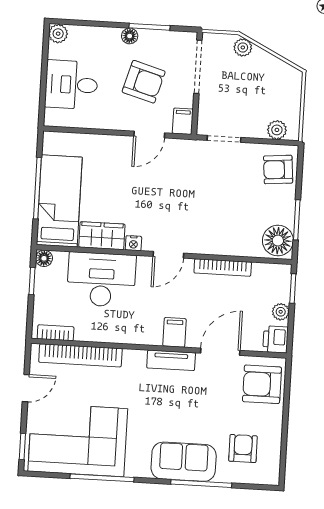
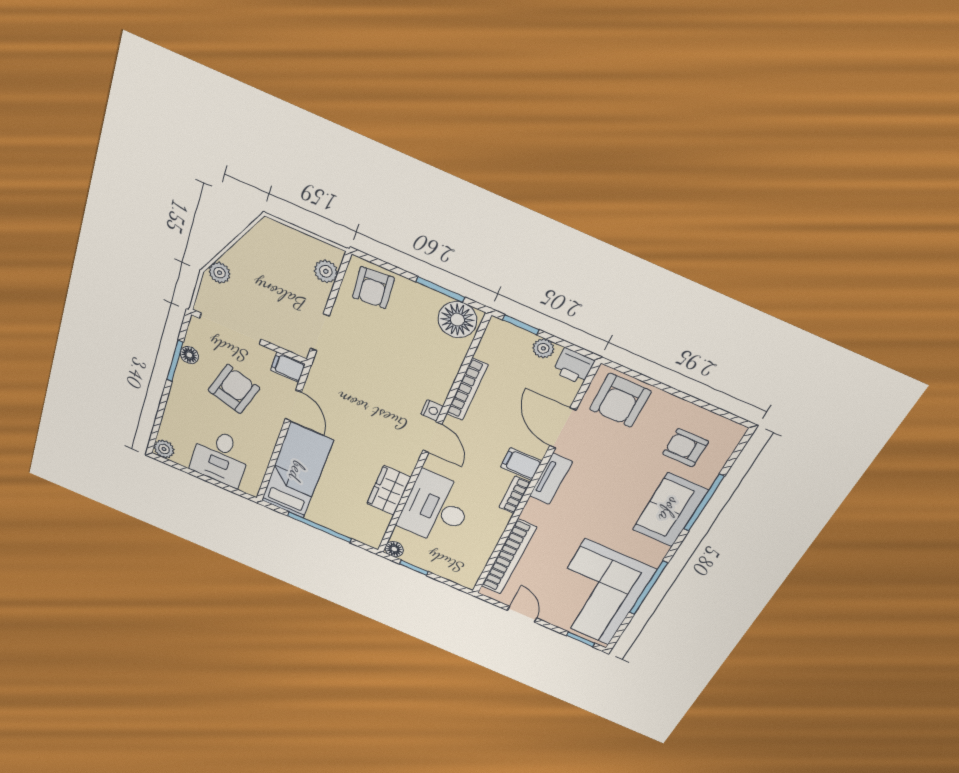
floor lamp: (130, 36) -> (189, 355), moved
bed: (59, 201) -> (297, 471), moved, turned 90
nightstand: (133, 243) -> (432, 410), moved
bookcase: (56, 333) -> (515, 495), moved

